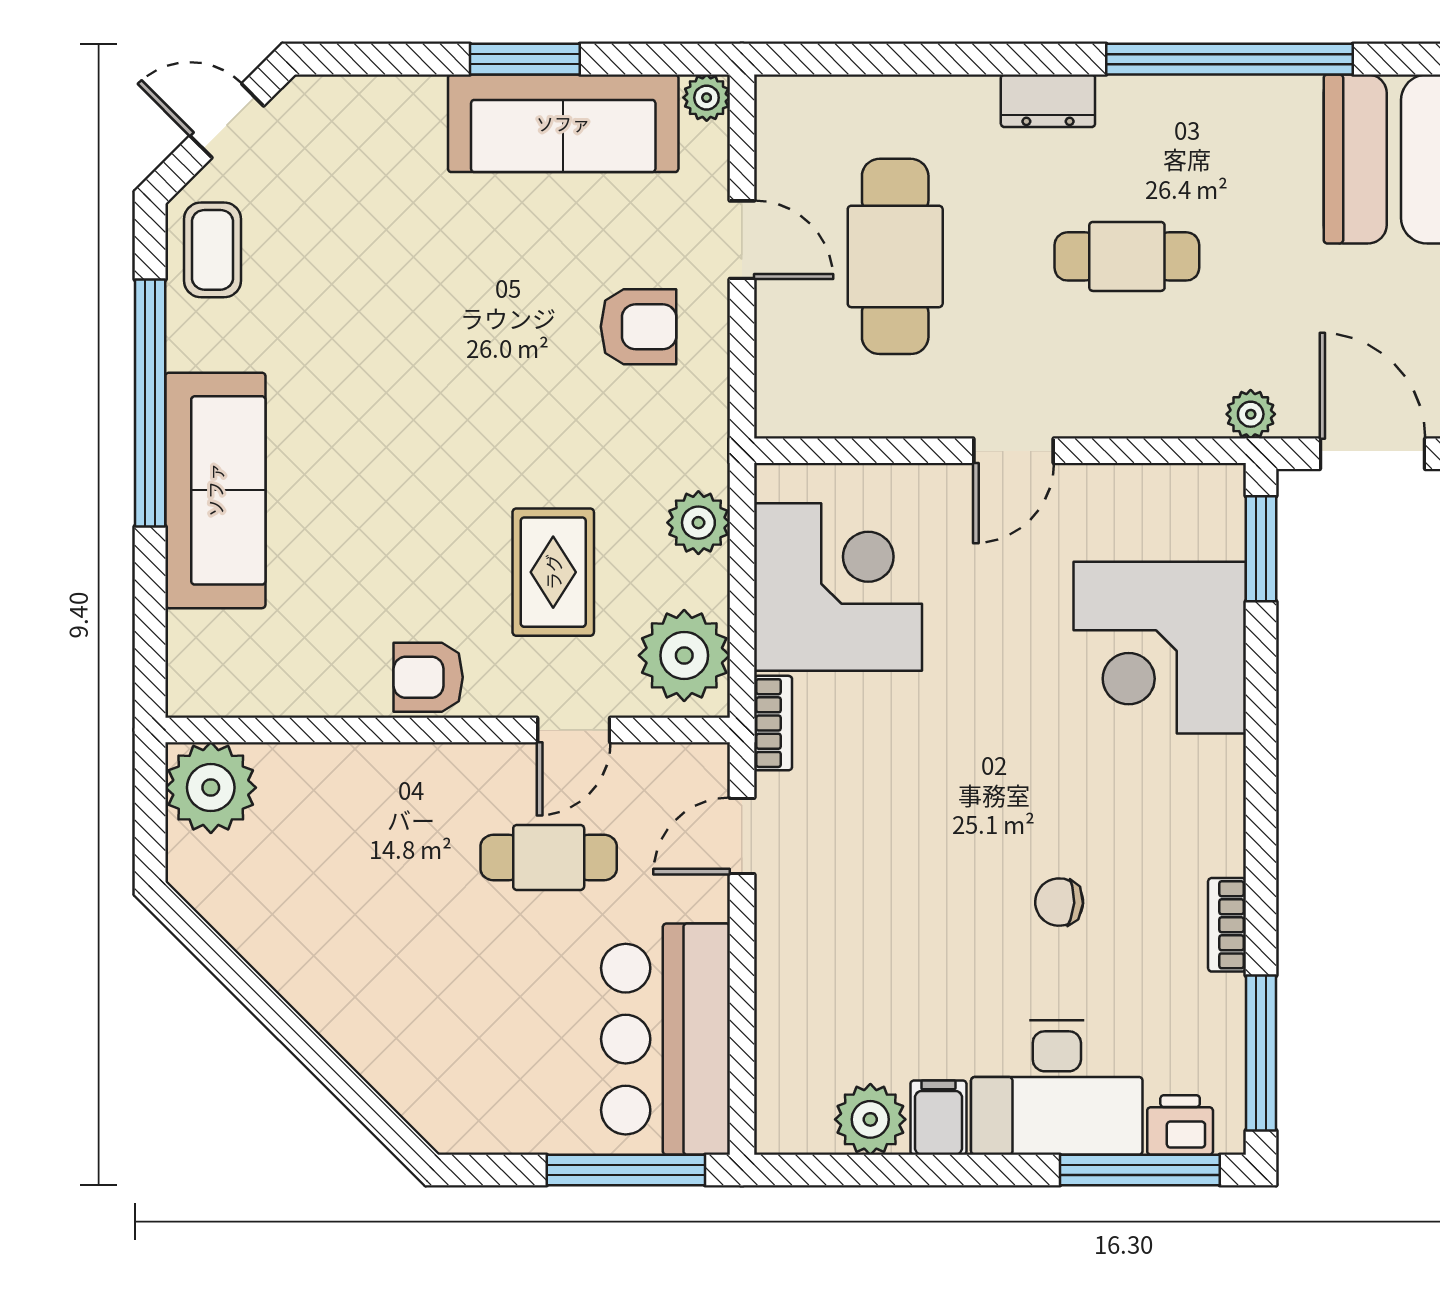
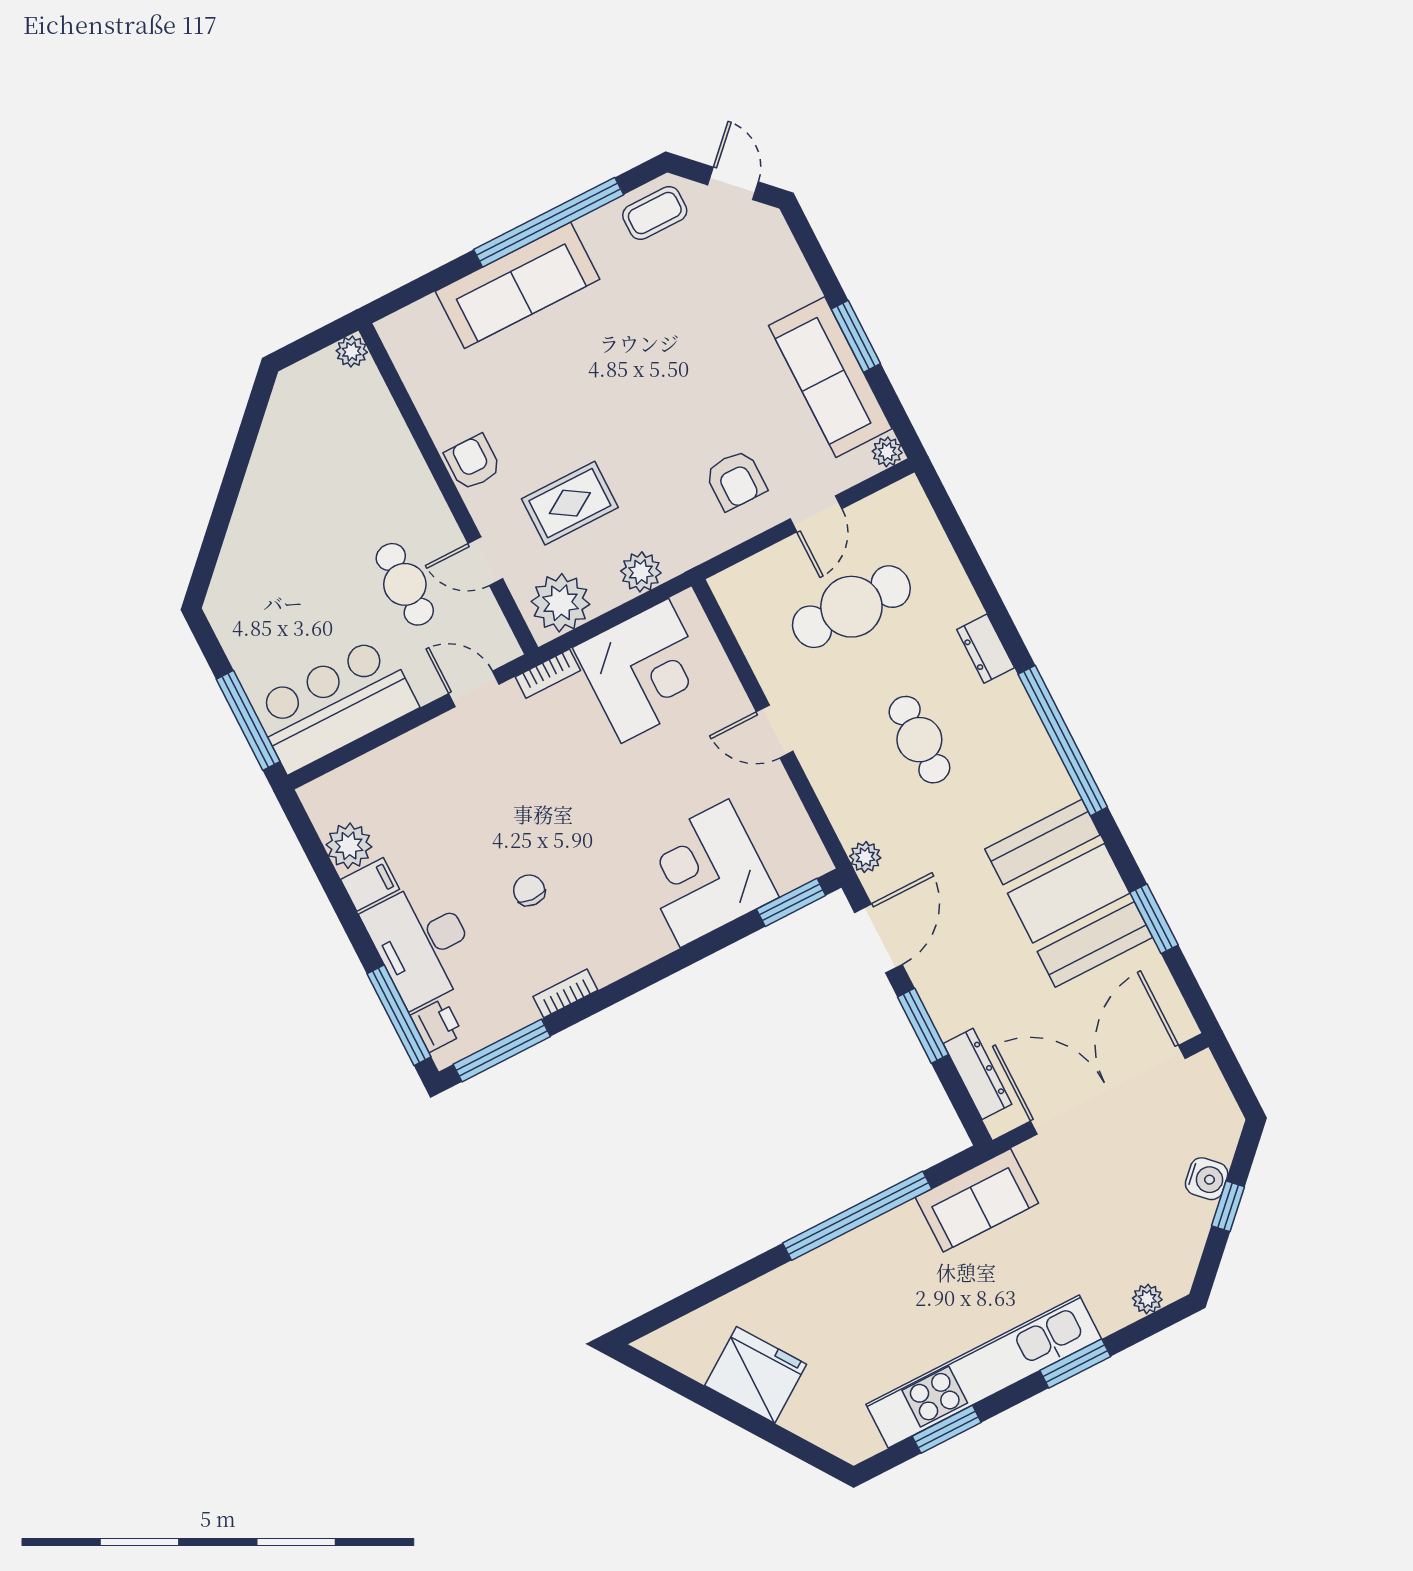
plant: (211, 788) -> (352, 351), width x0.53, depth x0.53

